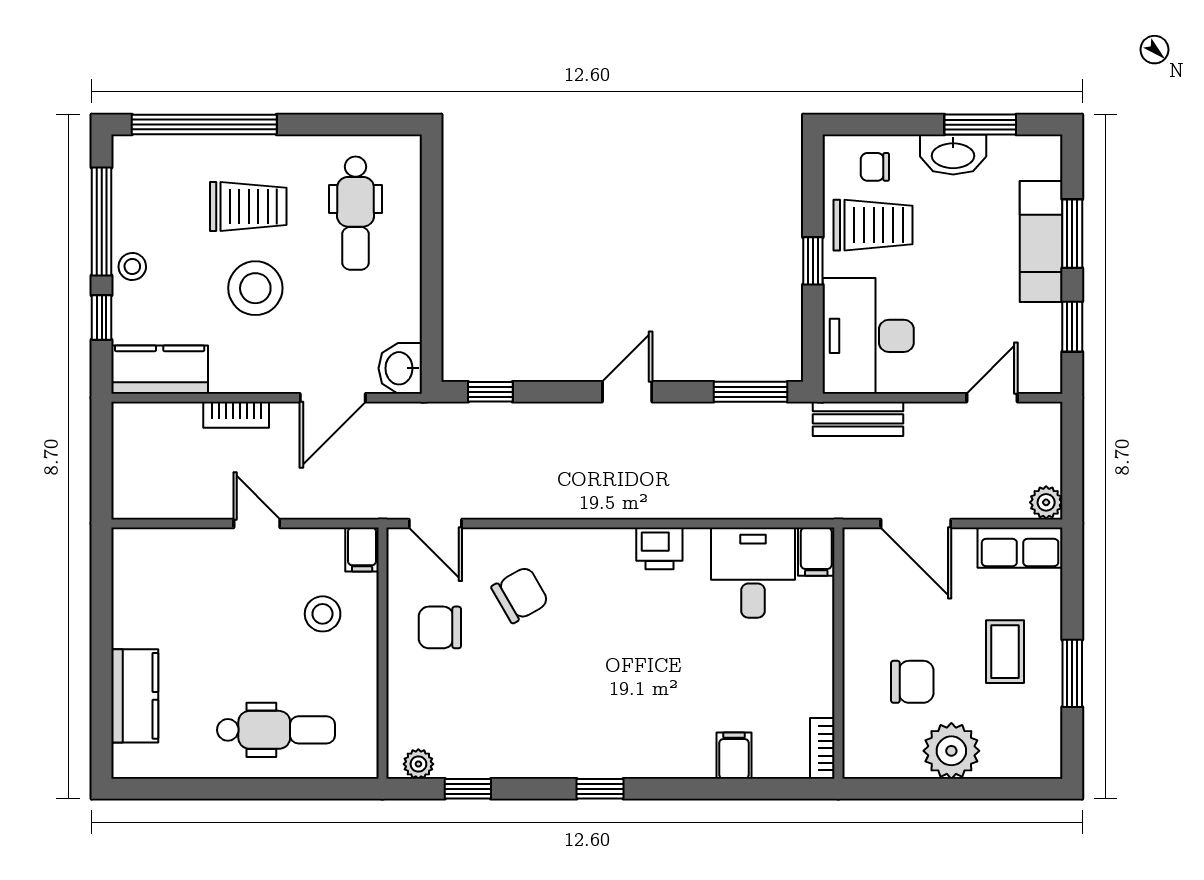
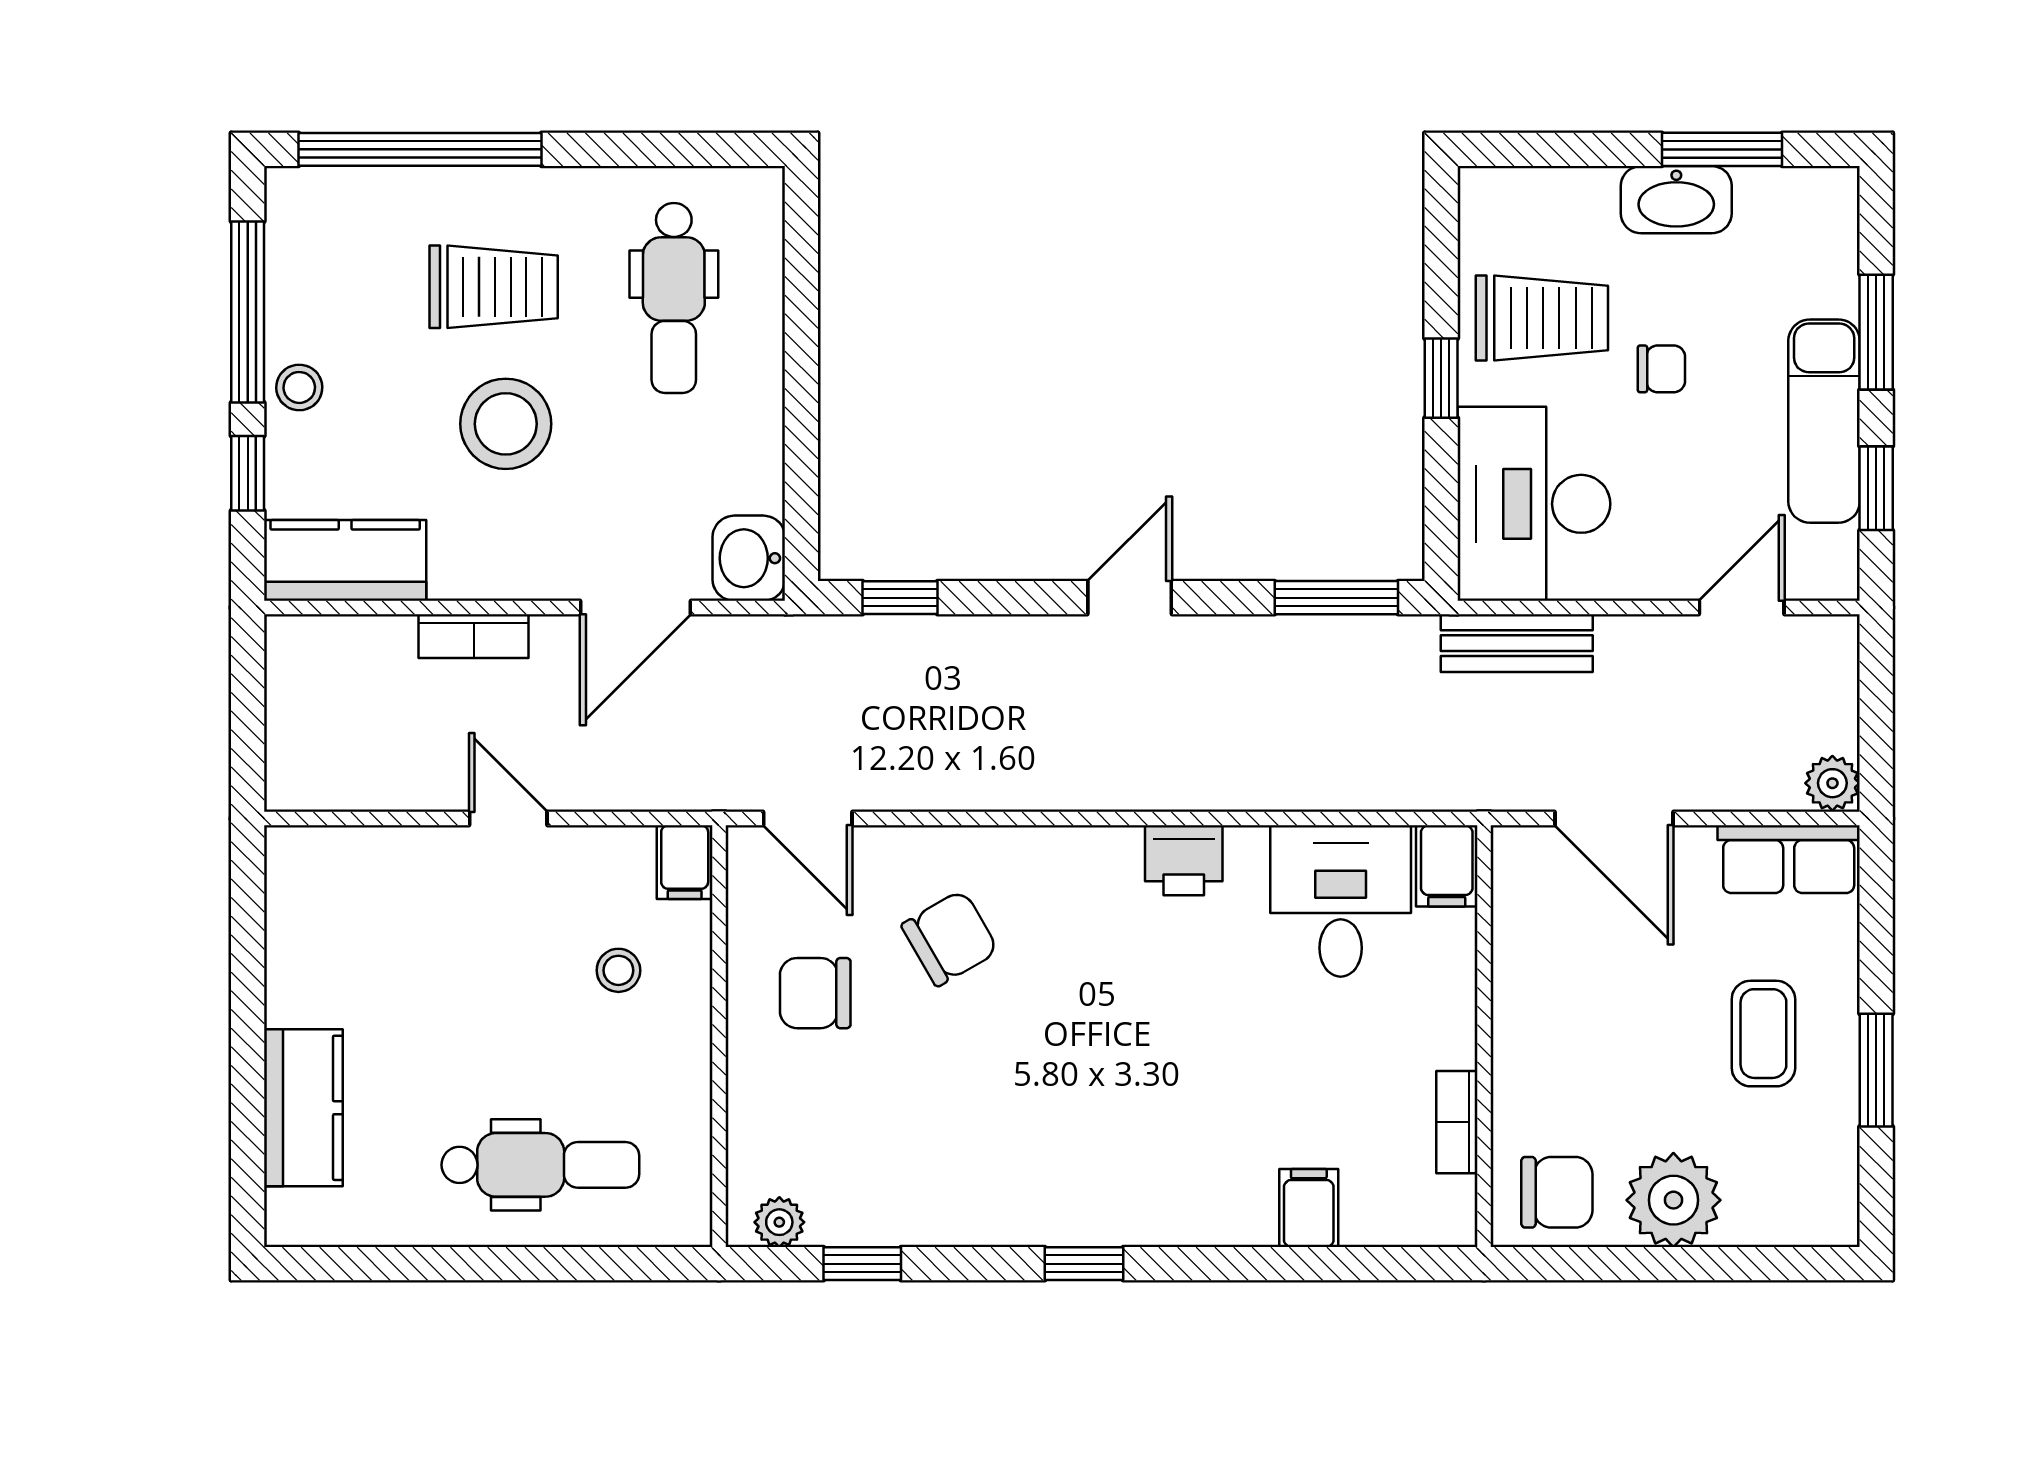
chair: (875, 167) -> (1661, 369), moved, turned 180
exam couch: (1041, 241) -> (1824, 421), moved
stool: (323, 614) -> (618, 970), width x0.73, depth x0.73
chair: (912, 682) -> (1557, 1192), moved
bookcase: (822, 748) -> (1457, 1122), moved

